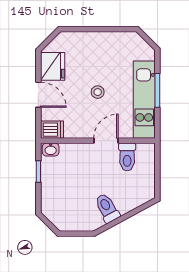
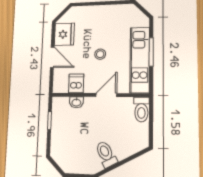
dishwasher: (52, 130) -> (76, 83), moved, turned -90
washbasin: (51, 149) -> (76, 102), moved
toilet: (127, 157) -> (141, 109), moved

